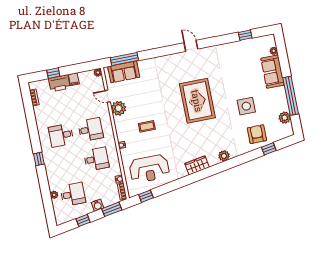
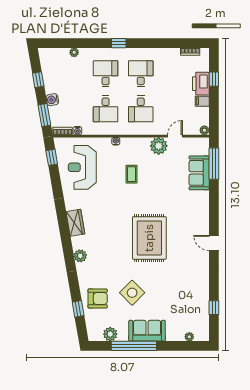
door: (191, 46) -> (214, 243), swing flipped
sofa: (124, 72) -> (199, 173), moved
sofa: (273, 72) -> (147, 331), moved
rug: (197, 101) -> (149, 238), turned 90
side table: (246, 106) -> (132, 293), turned 45
desk: (73, 194) -> (106, 74), moved, turned 180

